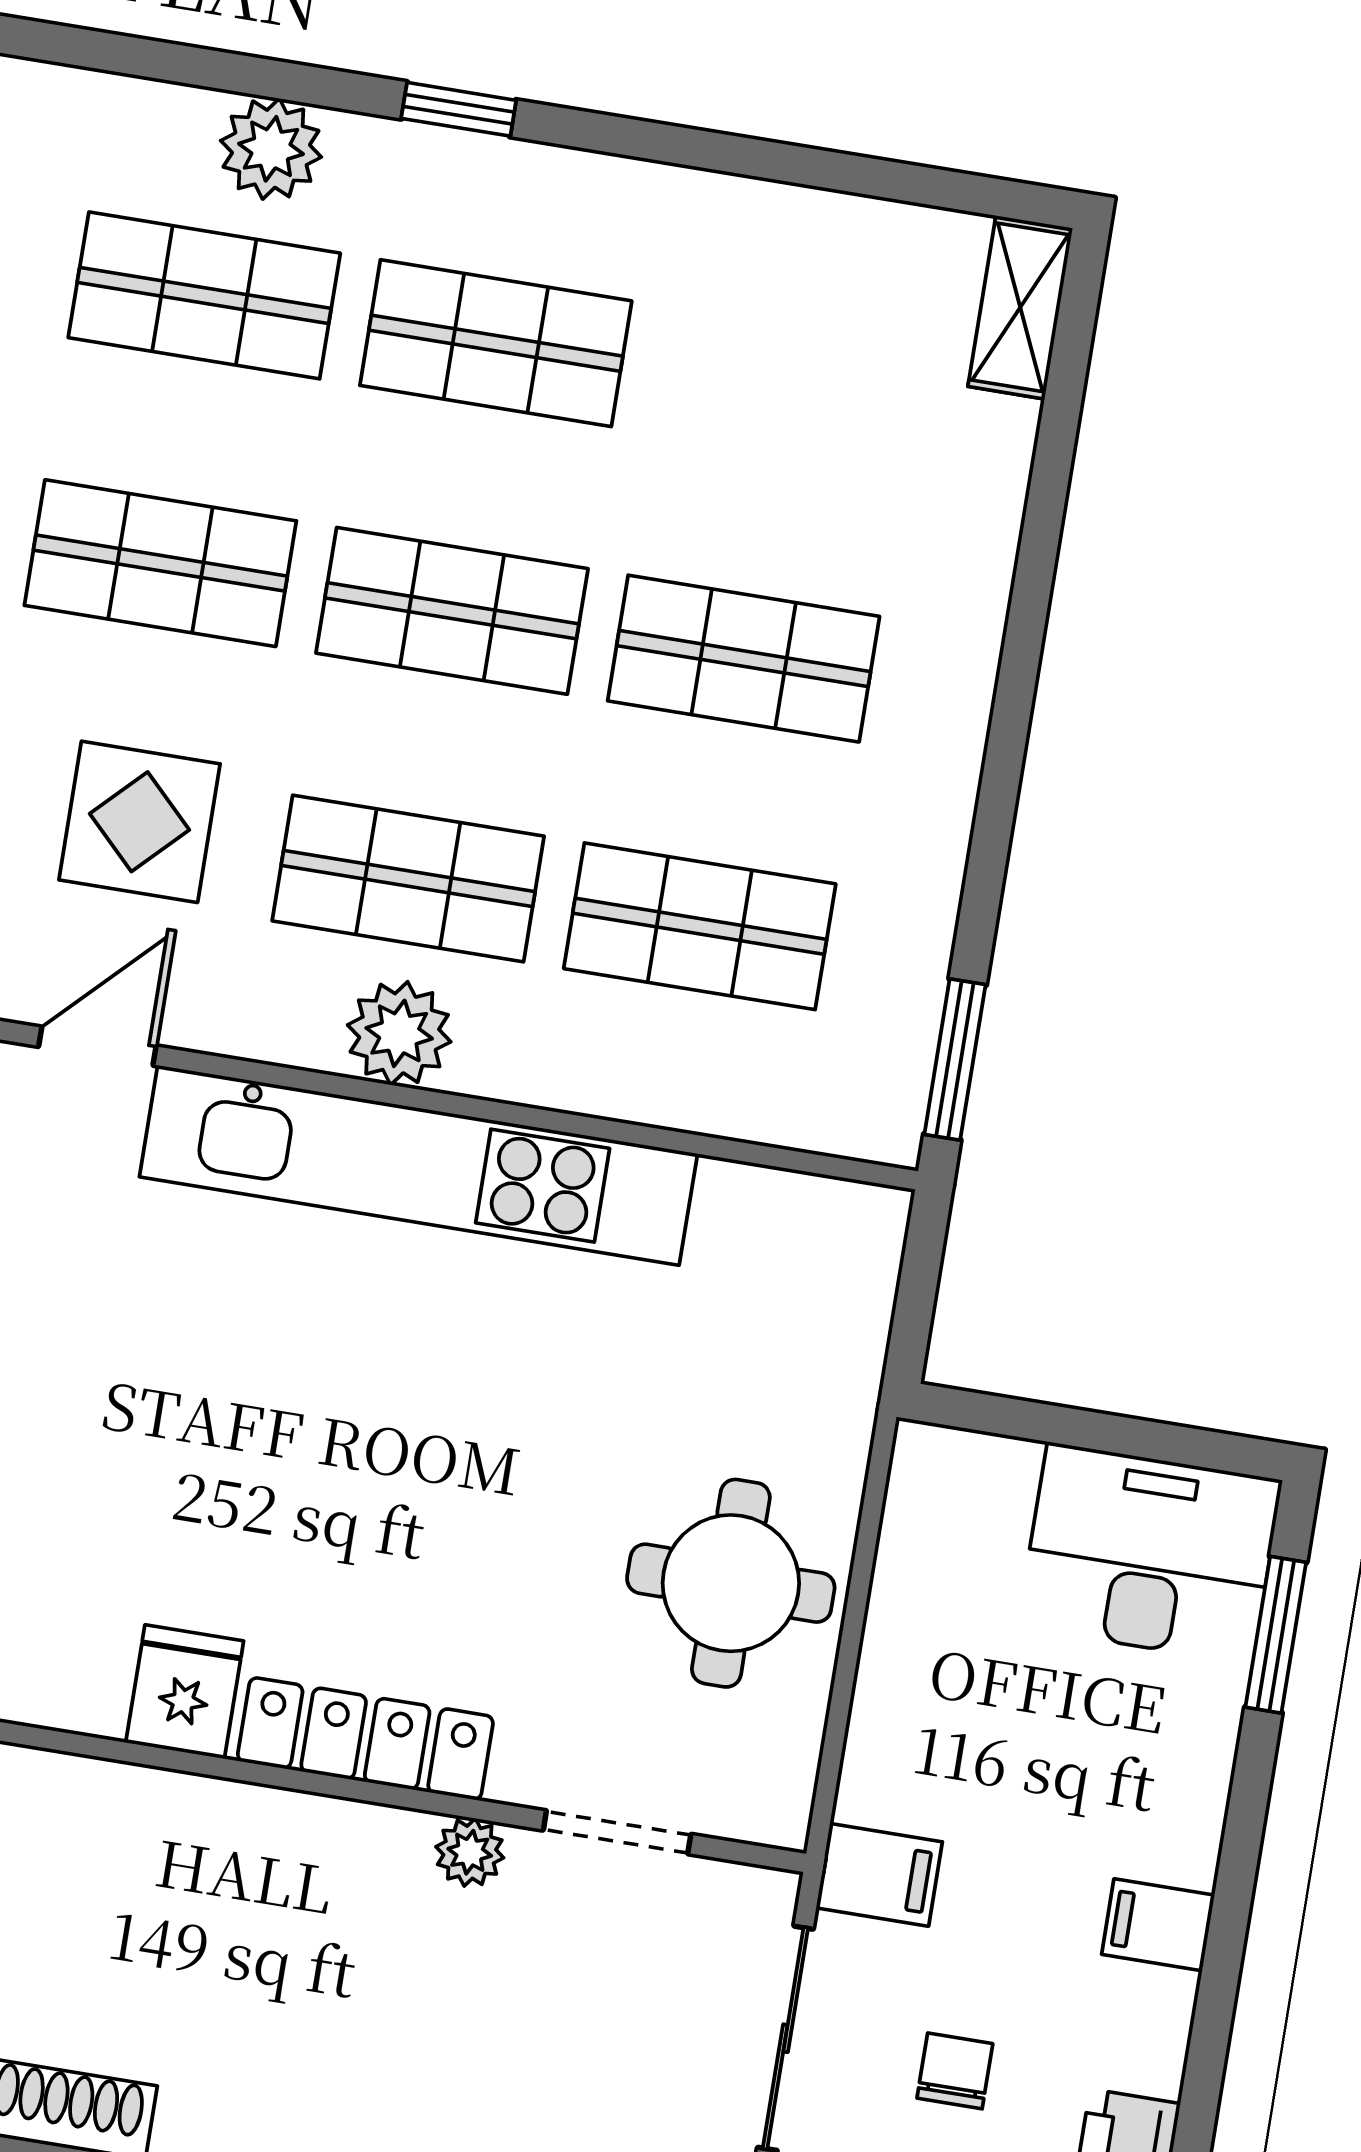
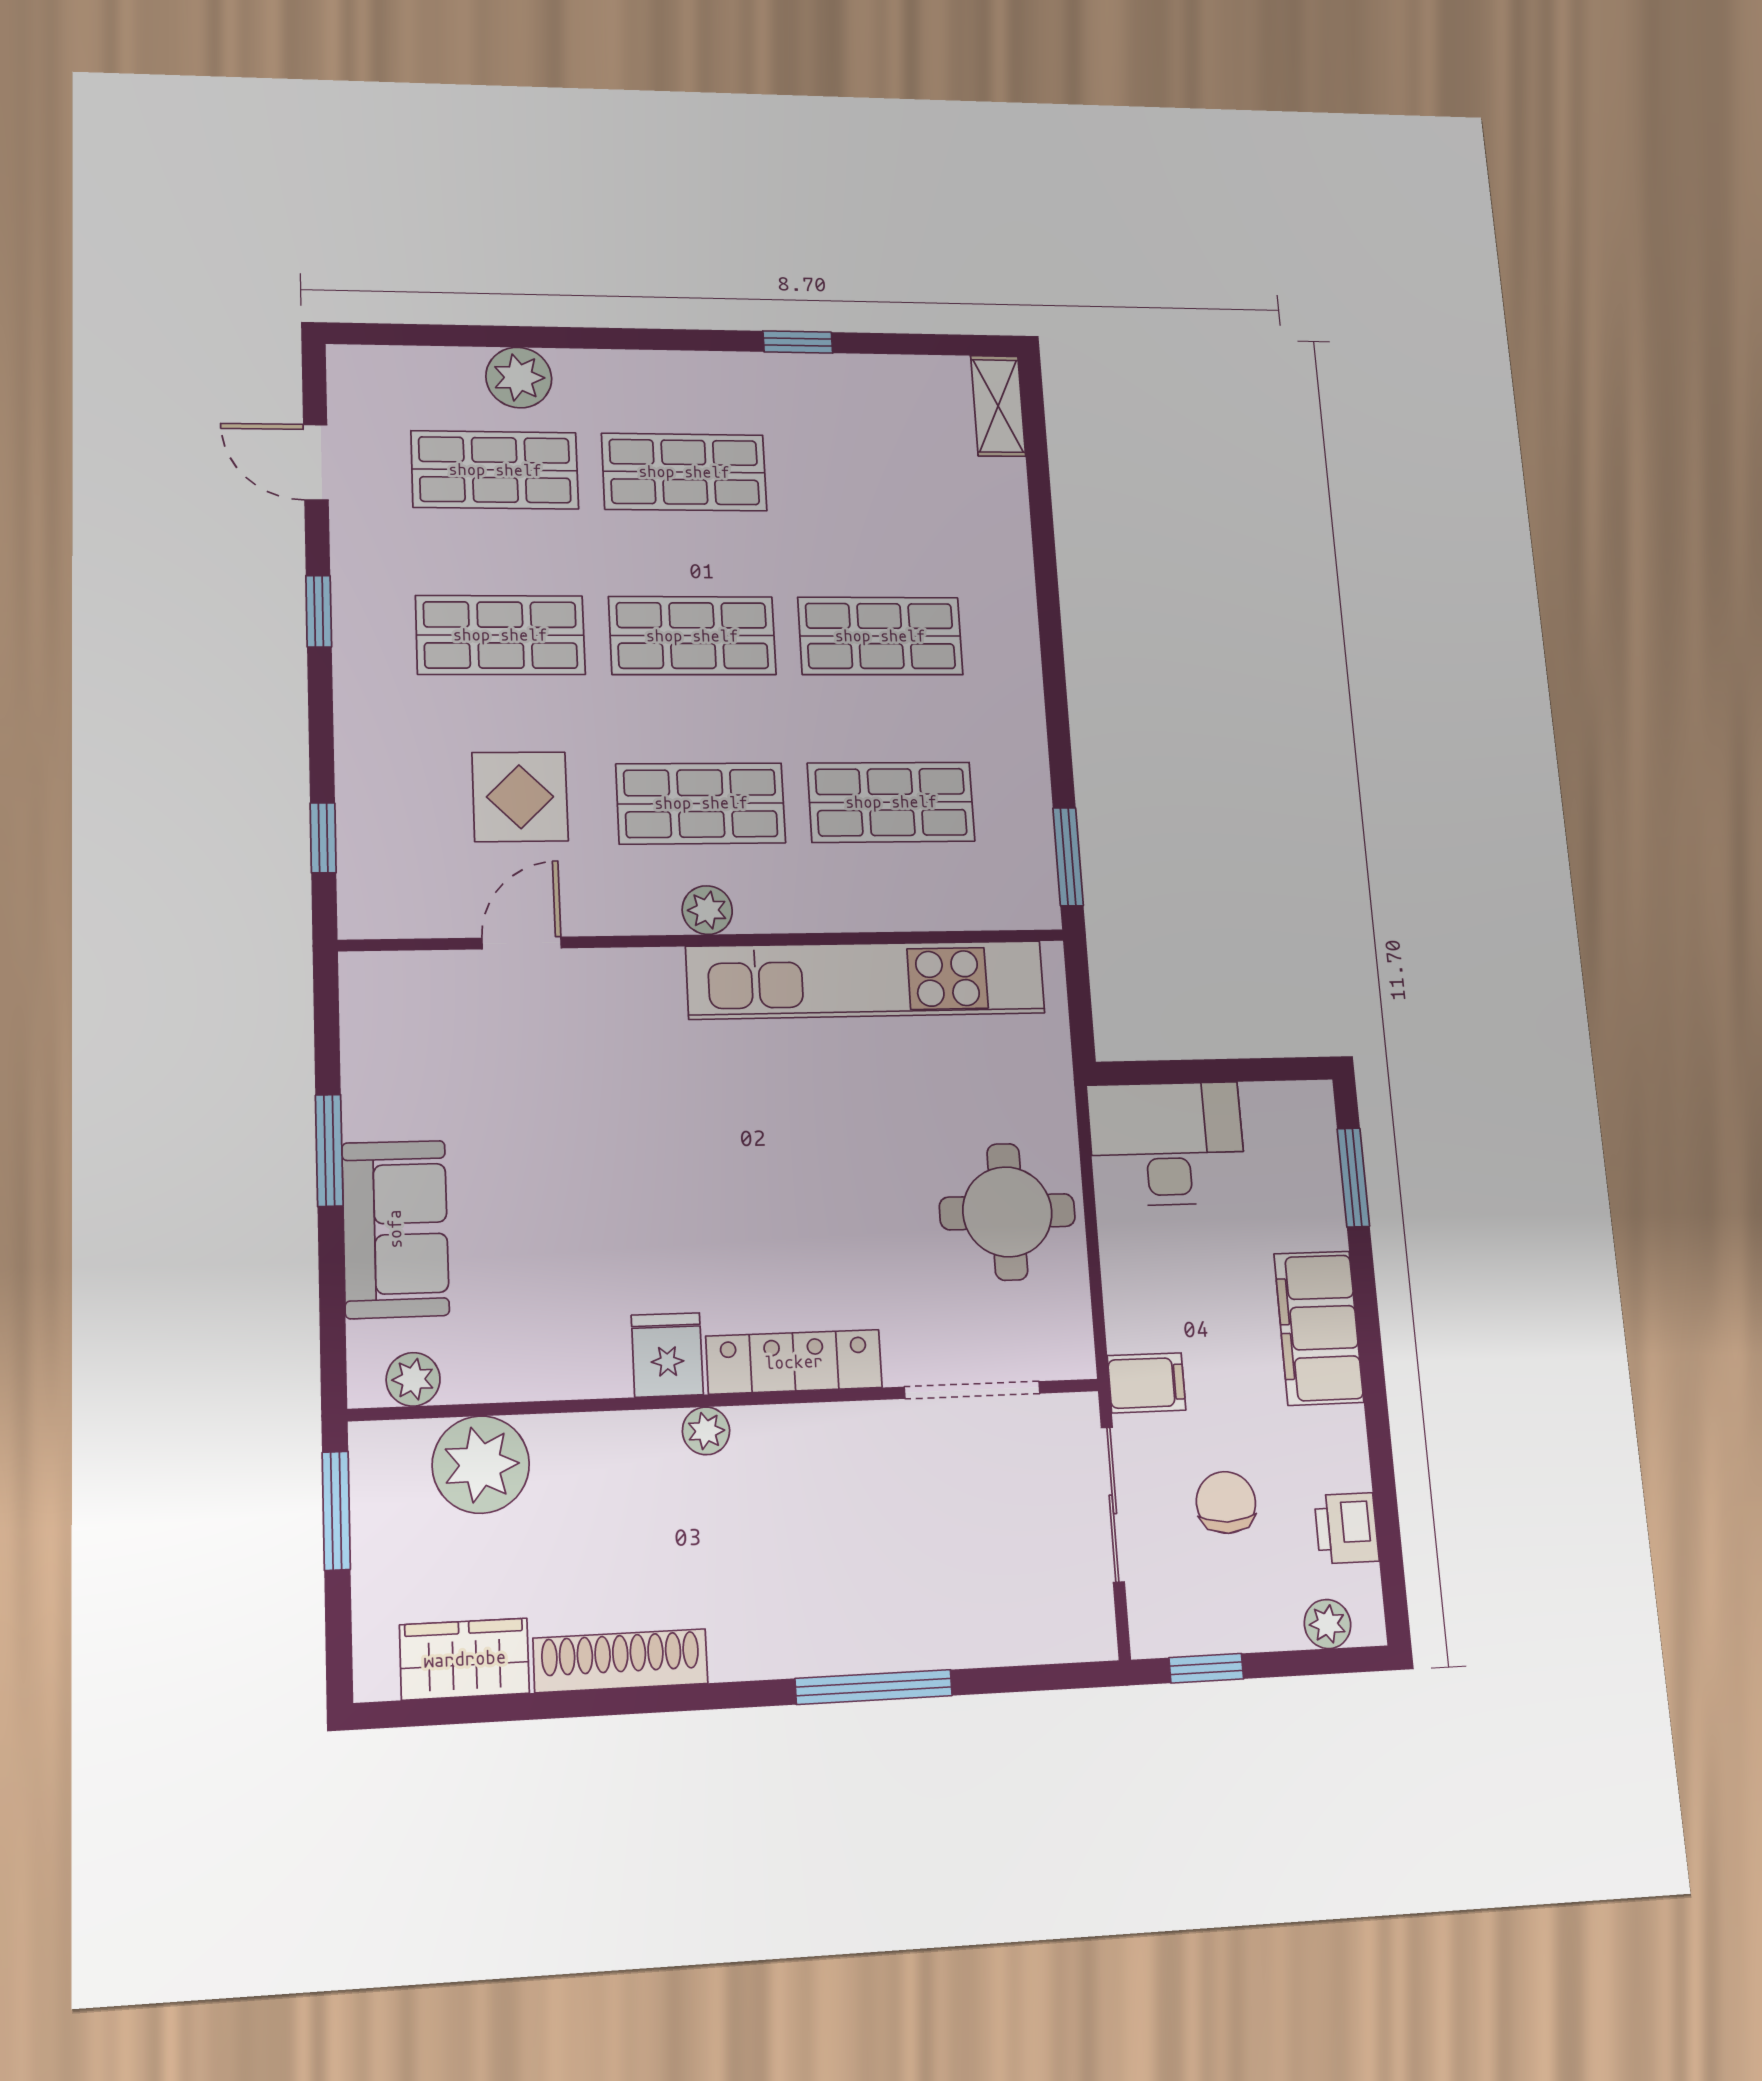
window: (459, 109) -> (798, 342), moved
plant: (399, 1033) -> (707, 910), width x0.73, depth x0.73
kitchen unit: (418, 1165) -> (866, 980), moved
desk: (1150, 1553) -> (1167, 1144), moved
doorway: (617, 1832) -> (972, 1390), width x1.38
plant: (470, 1852) -> (706, 1431), moved
filing cabinet: (1158, 1925) -> (1319, 1328), width x3.00, depth x1.17
chair: (955, 2071) -> (1226, 1502), width x1.37, depth x1.37

